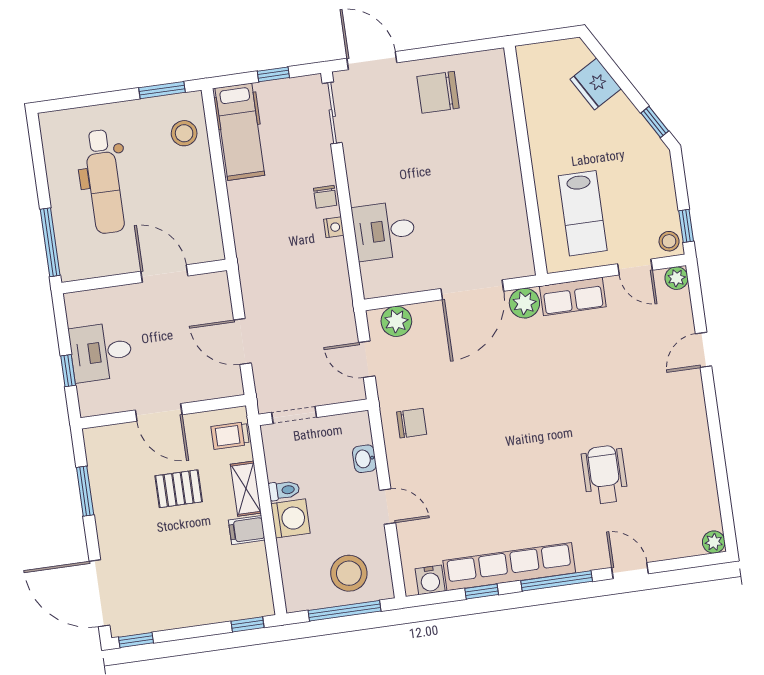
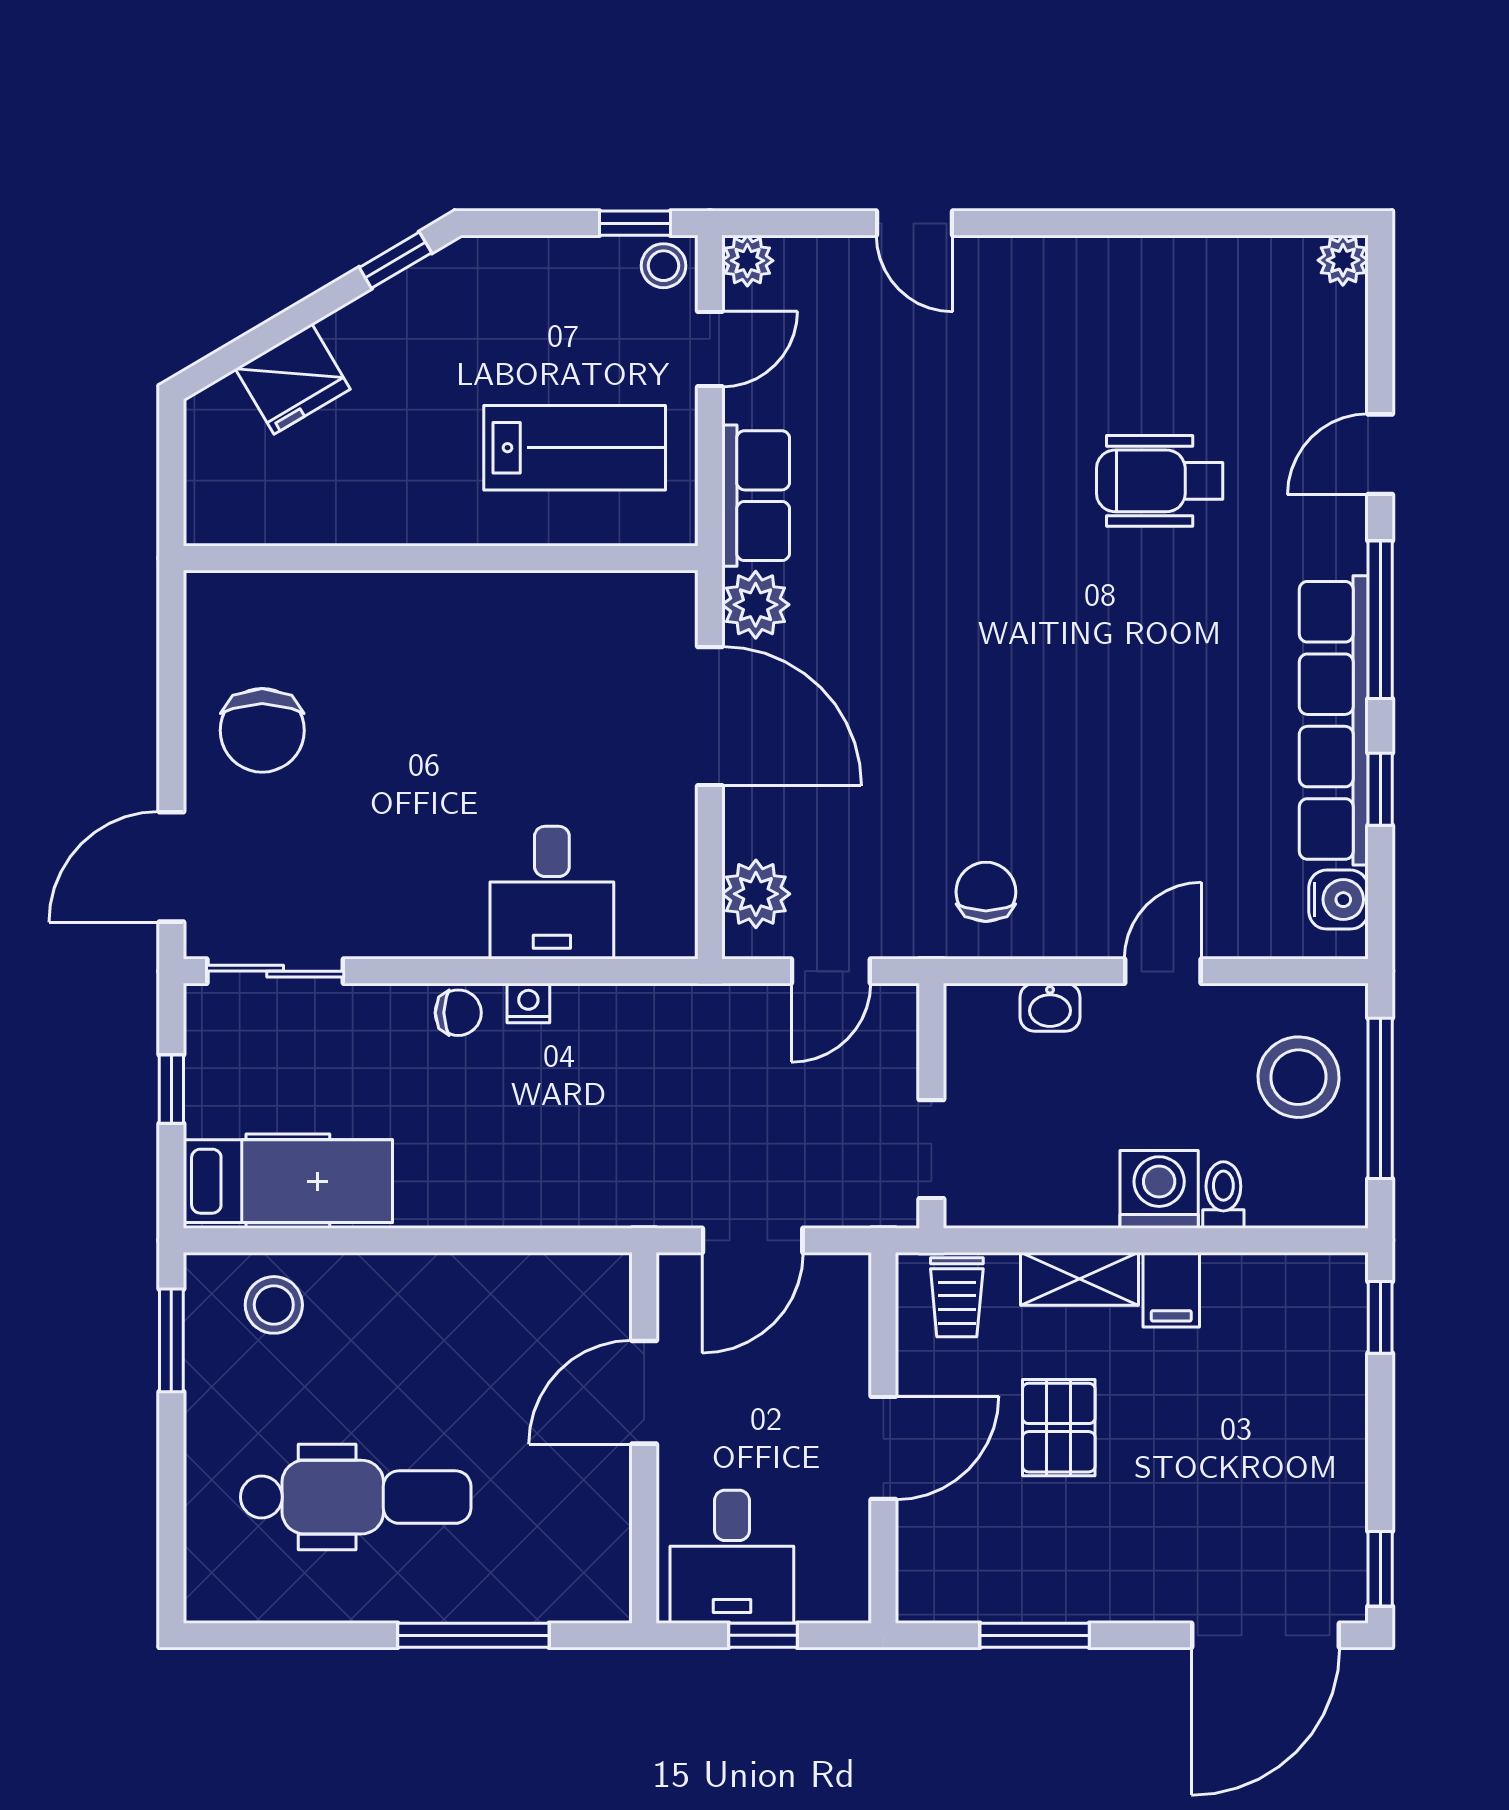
door: (164, 274) -> (644, 1392), moved
wall: (144, 276) -> (644, 1438), moved
toilet: (284, 490) -> (1223, 1195), moved

